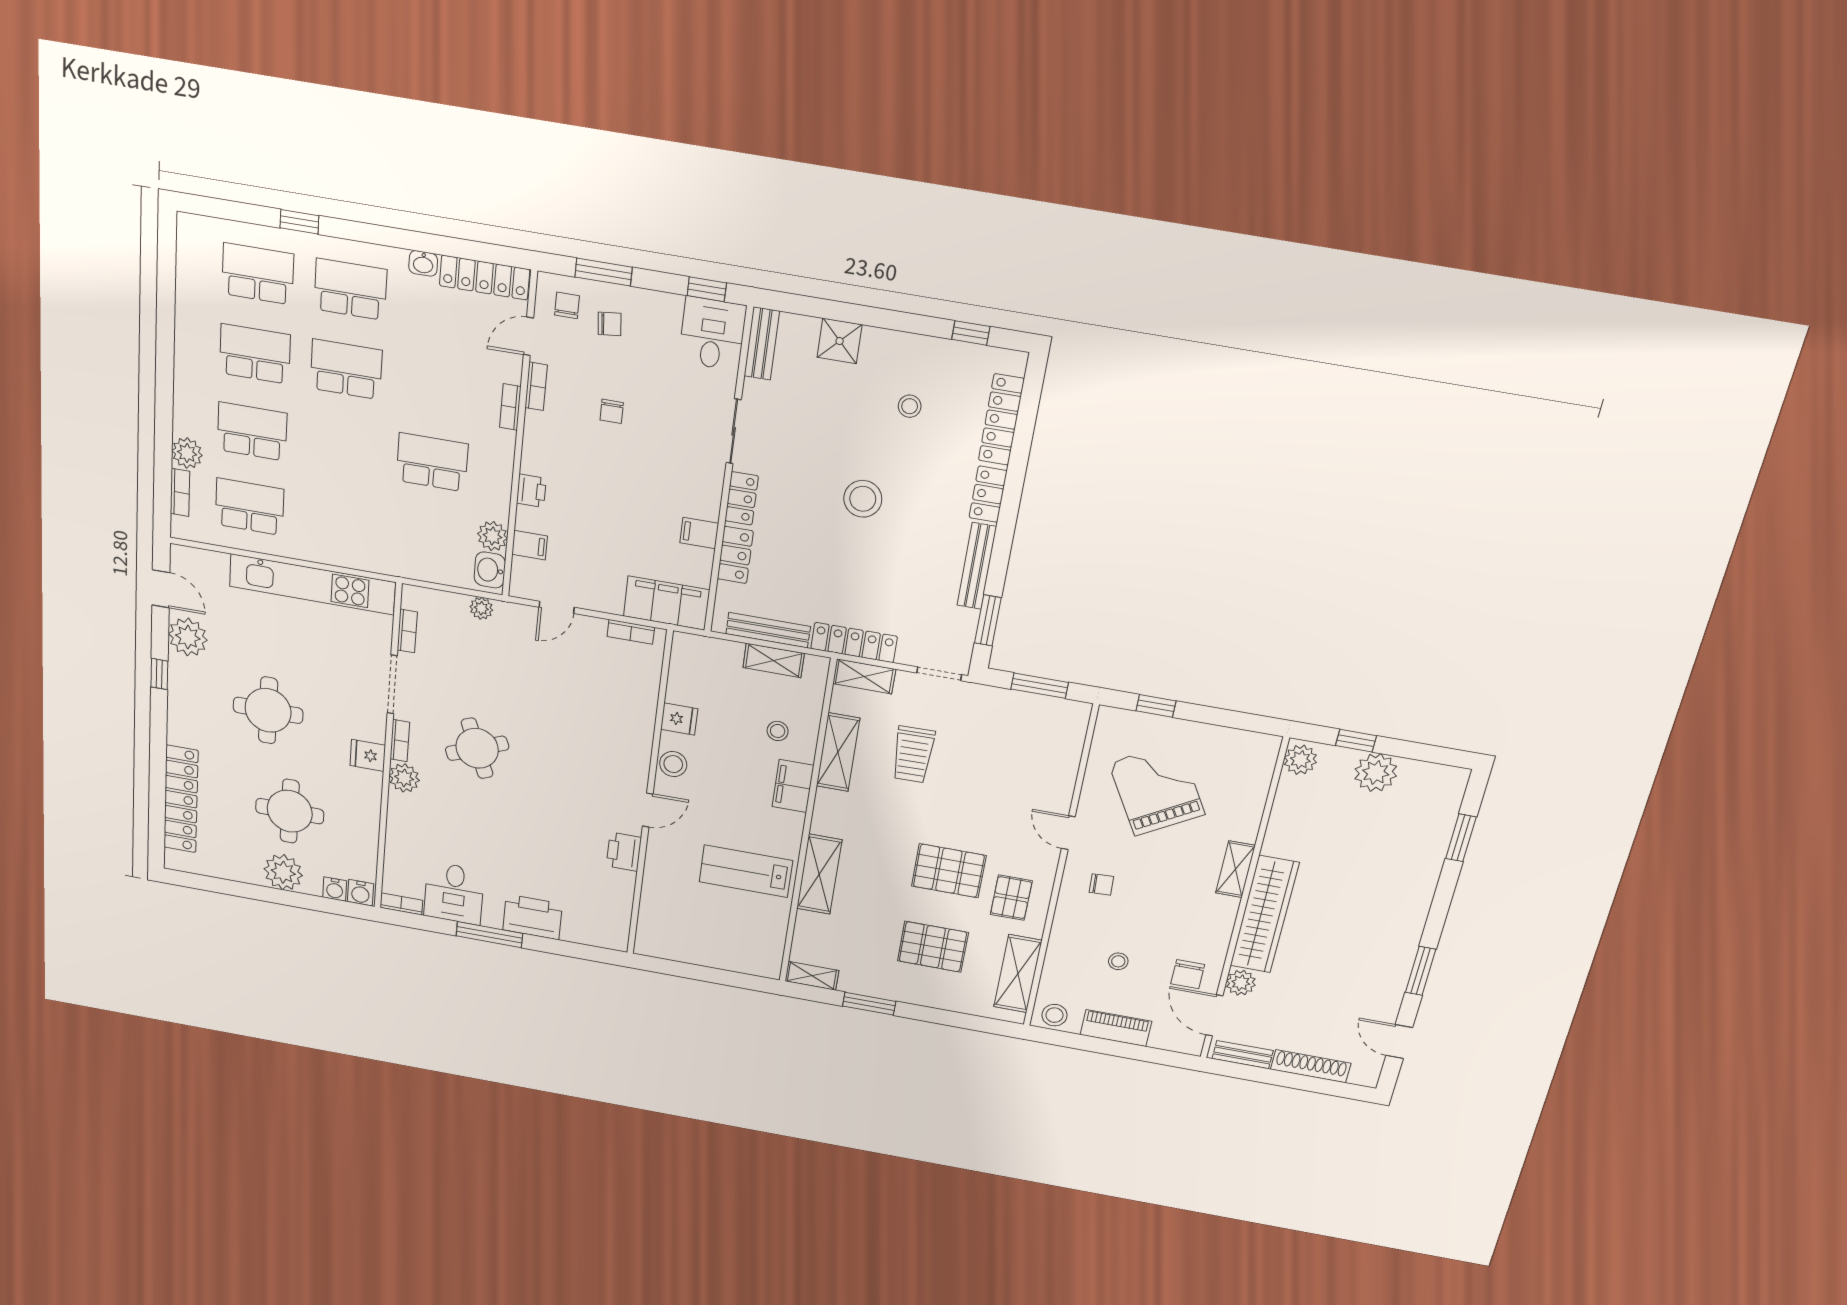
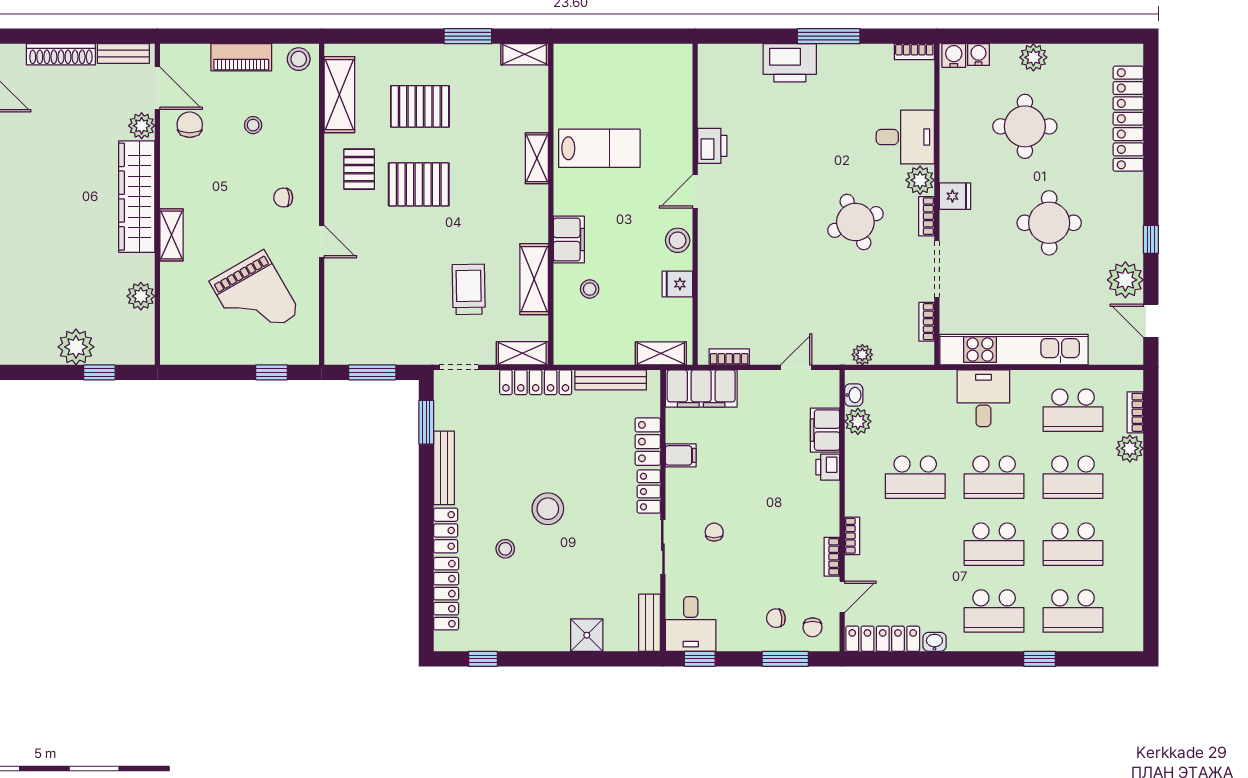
stool: (910, 406) -> (505, 549), moved
chair: (612, 411) -> (714, 532), moved
school desk: (342, 447) -> (994, 477), added
desk: (349, 537) -> (983, 398), added
filing cabinet: (530, 545) -> (825, 430), width x2.00
washbasin: (490, 570) -> (854, 395), width x0.72, depth x0.69
shelving: (774, 660) -> (661, 353), moved
plant: (1300, 760) -> (141, 296), moved
plant: (283, 872) -> (1033, 57), width x0.73, depth x0.73
shelving: (819, 874) -> (537, 158), width x0.67, depth x0.75
desk: (454, 893) -> (905, 137), moved, turned 90

